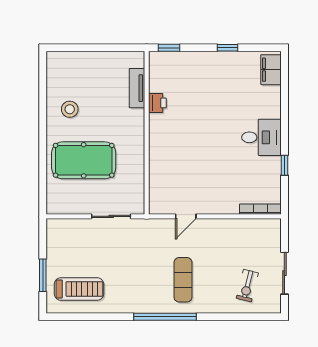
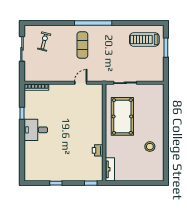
filing cabinet: (271, 70) -> (30, 170), removed
tv unit: (137, 88) -> (110, 169), moved
pool table: (84, 160) -> (122, 116), moved, turned 90

